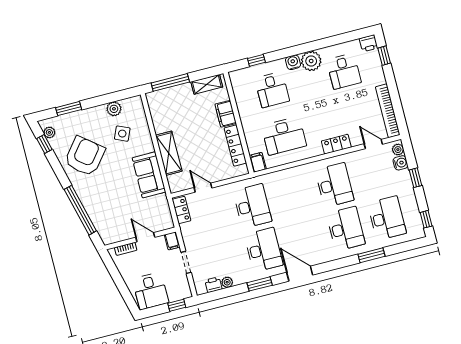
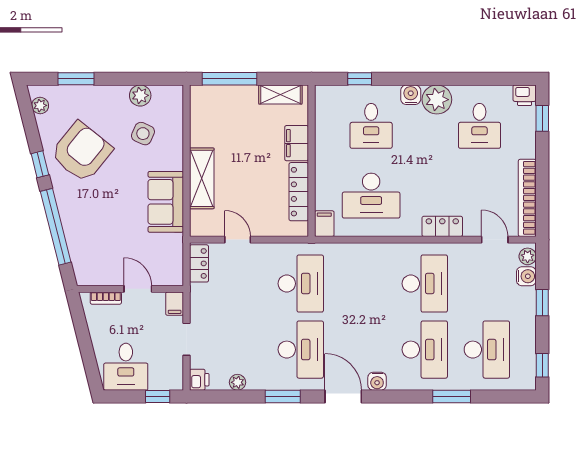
window: (44, 144) -> (40, 164), moved
water cooler: (319, 258) -> (377, 381), added
printer: (213, 285) -> (199, 380), moved, turned 90

